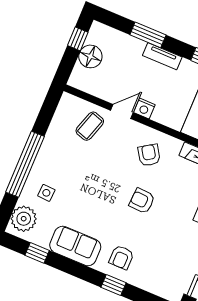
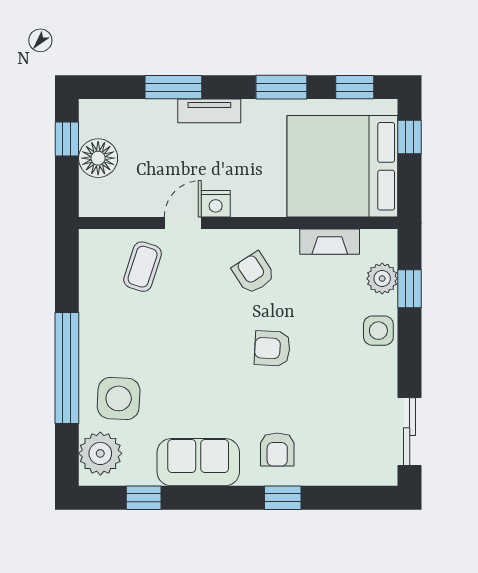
side table: (46, 193) -> (119, 398), width x1.87, depth x1.87

